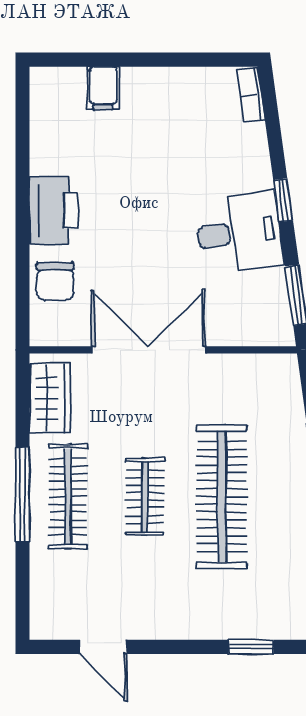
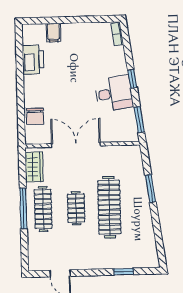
printer: (54, 211) -> (33, 59), moved

